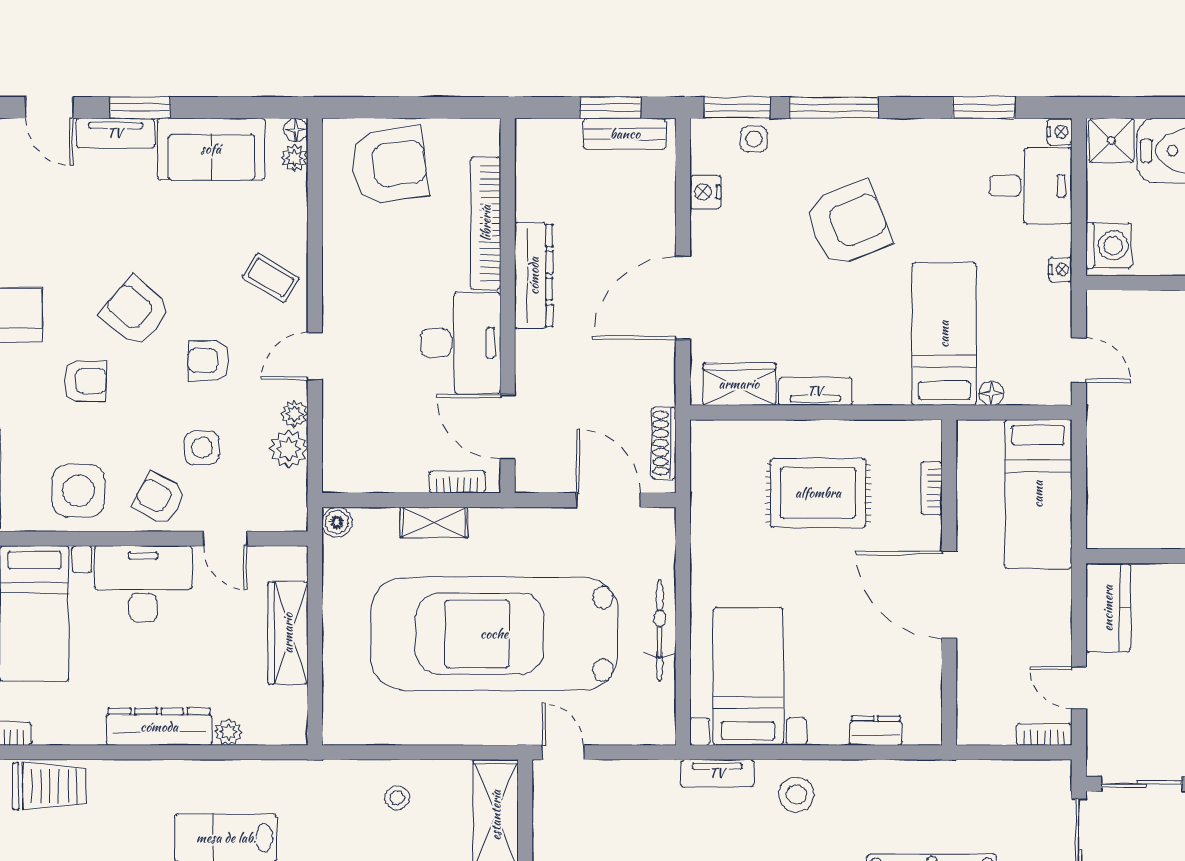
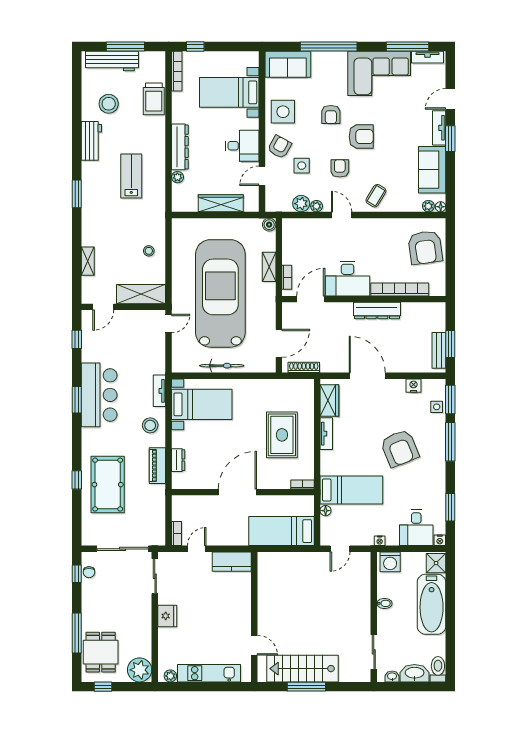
armchair: (135, 312) -> (361, 137), turned 50
bookcase: (932, 488) -> (302, 484), moved
desk: (143, 584) -> (242, 146), width x0.73
piano: (888, 778) -> (157, 466), added

